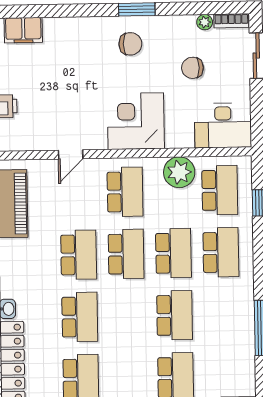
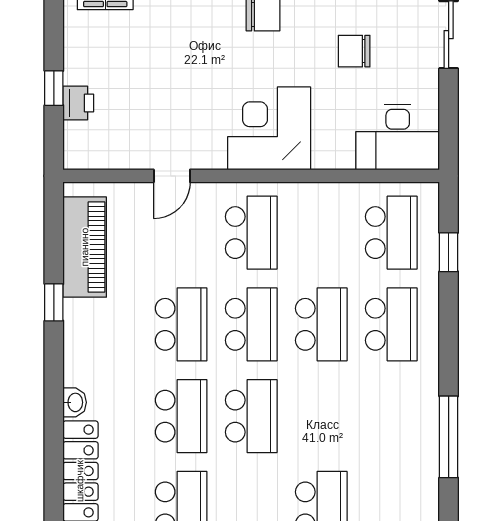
plant: (179, 172) -> (332, 205), removed
school desk: (175, 315) -> (251, 416), moved

